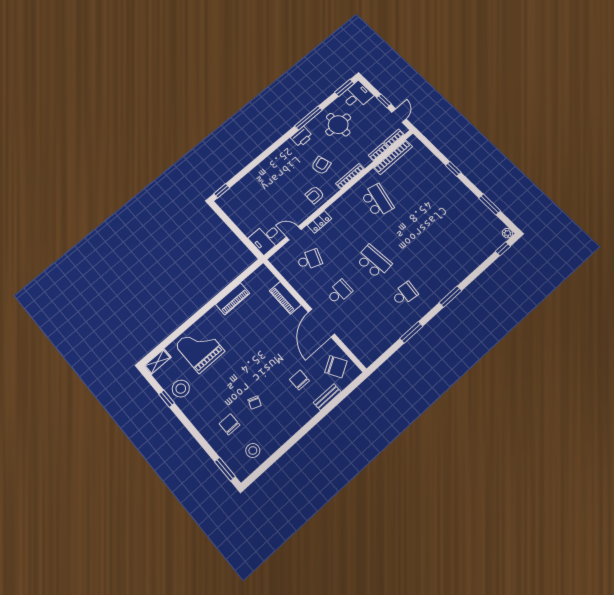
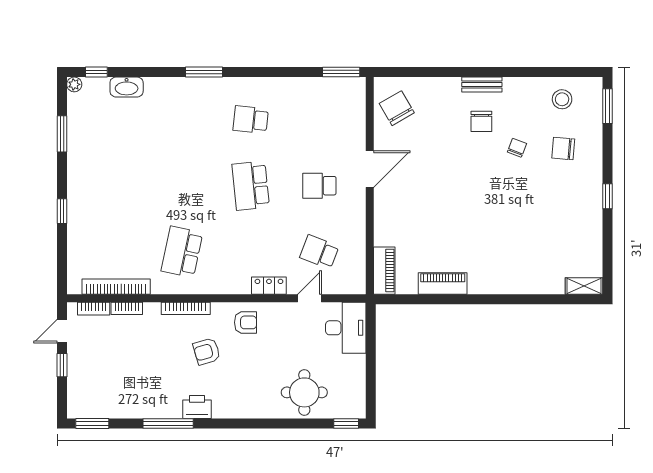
desk: (357, 96) -> (87, 400), removed
round table: (338, 125) -> (304, 392), moved
door: (294, 233) -> (309, 298), swing flipped
desk: (266, 238) -> (346, 328), width x1.37
washbasin: (481, 255) -> (127, 87), added
piano: (285, 298) -> (384, 271), moved
door: (321, 323) -> (370, 169), width x0.73
window: (411, 332) -> (341, 72), moved
grand piano: (200, 348) -> (526, 260), removed
chair: (299, 380) -> (481, 121), moved
stool: (181, 389) -> (583, 234), removed
bench: (327, 397) -> (482, 85), moved
window: (167, 399) -> (608, 196), moved
chair: (230, 424) -> (563, 148), turned 95

